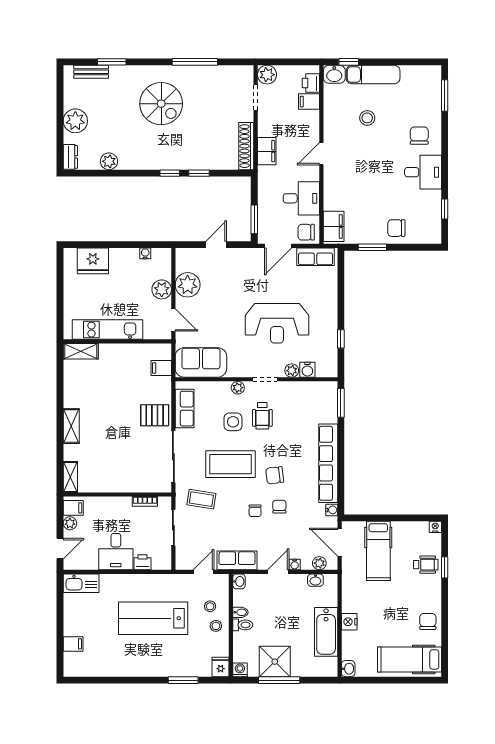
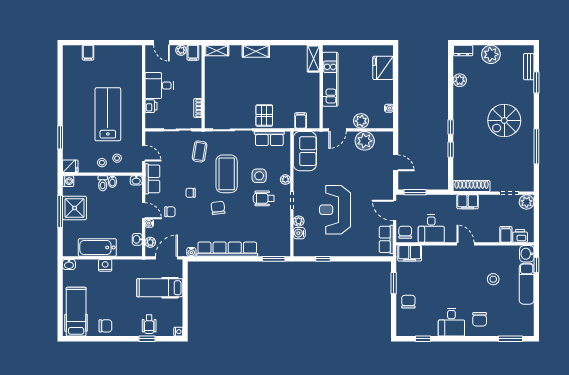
chair: (419, 136) -> (480, 319), turned 90
chair: (279, 507) -> (170, 212), moved
kitchen sink: (81, 583) -> (135, 59), removed

